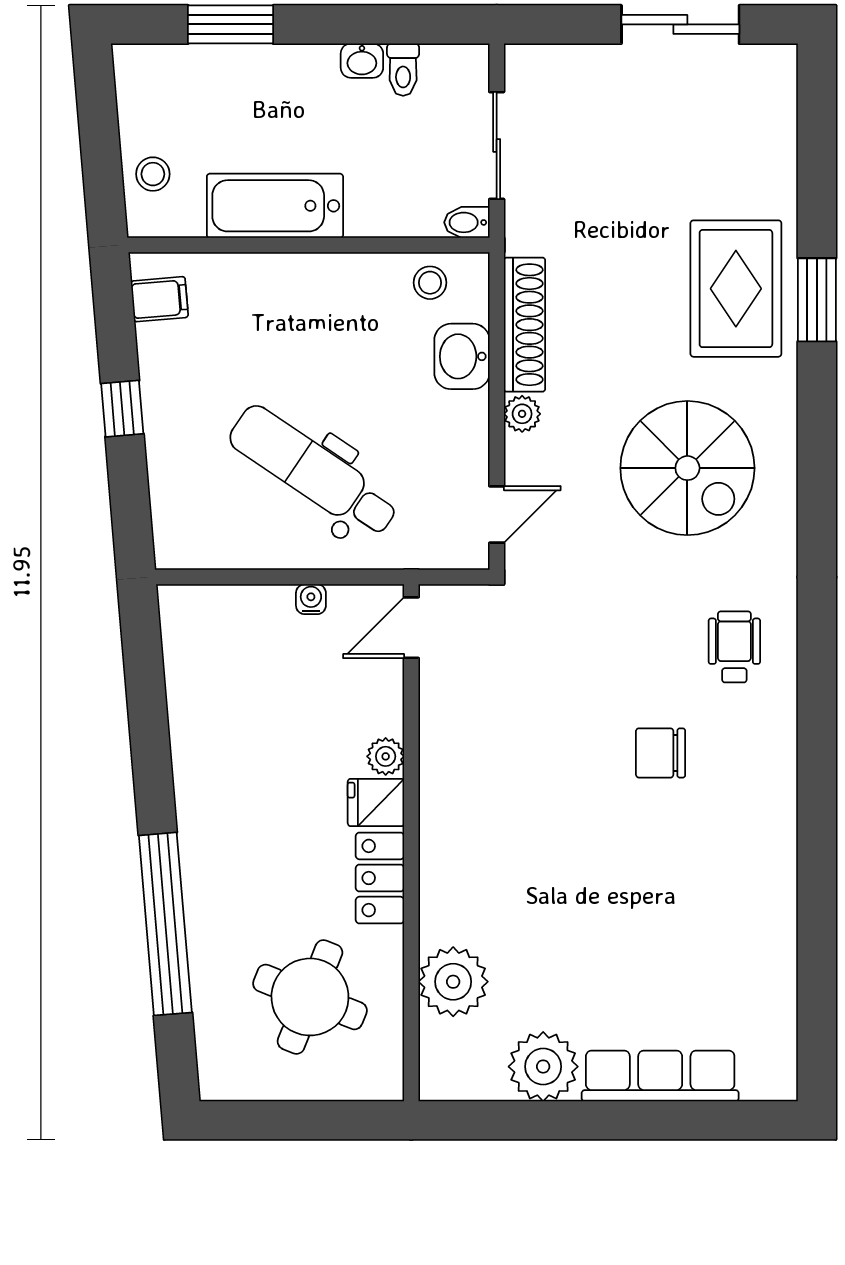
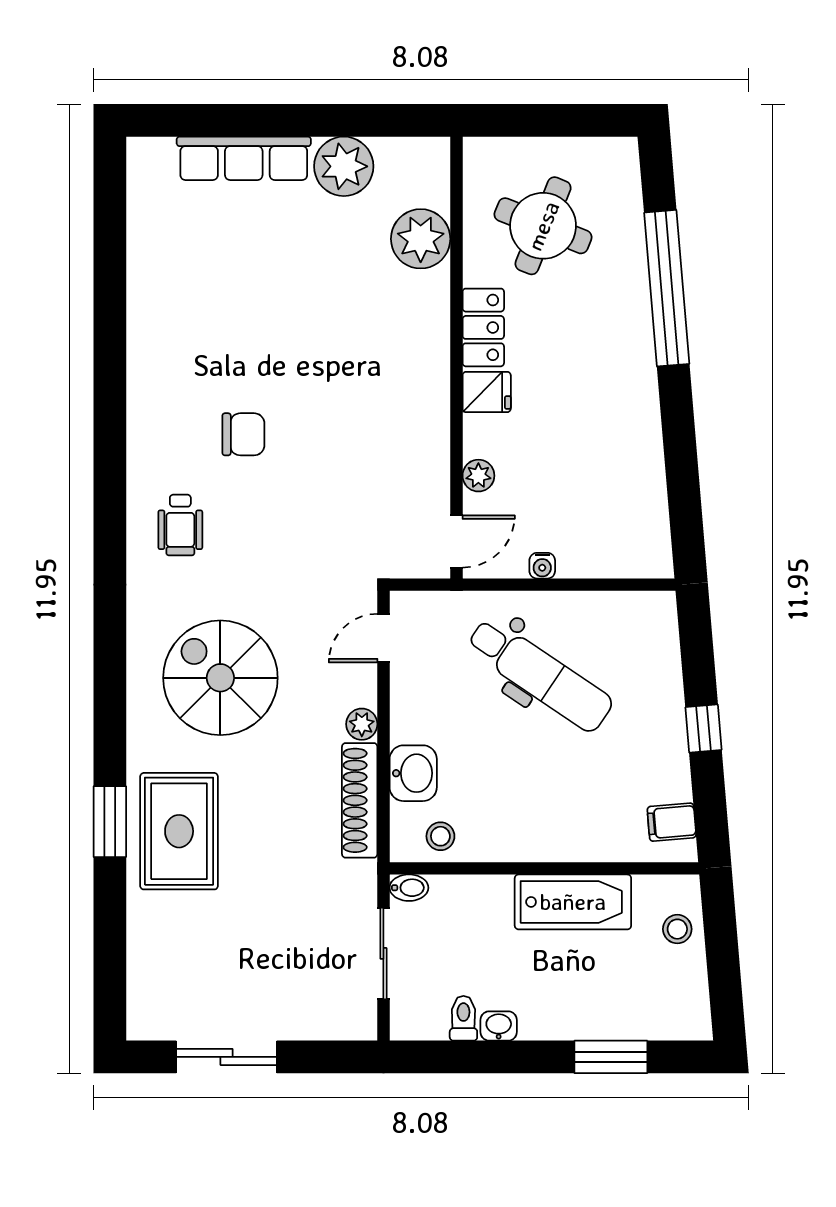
plant: (386, 756) -> (478, 476), moved

